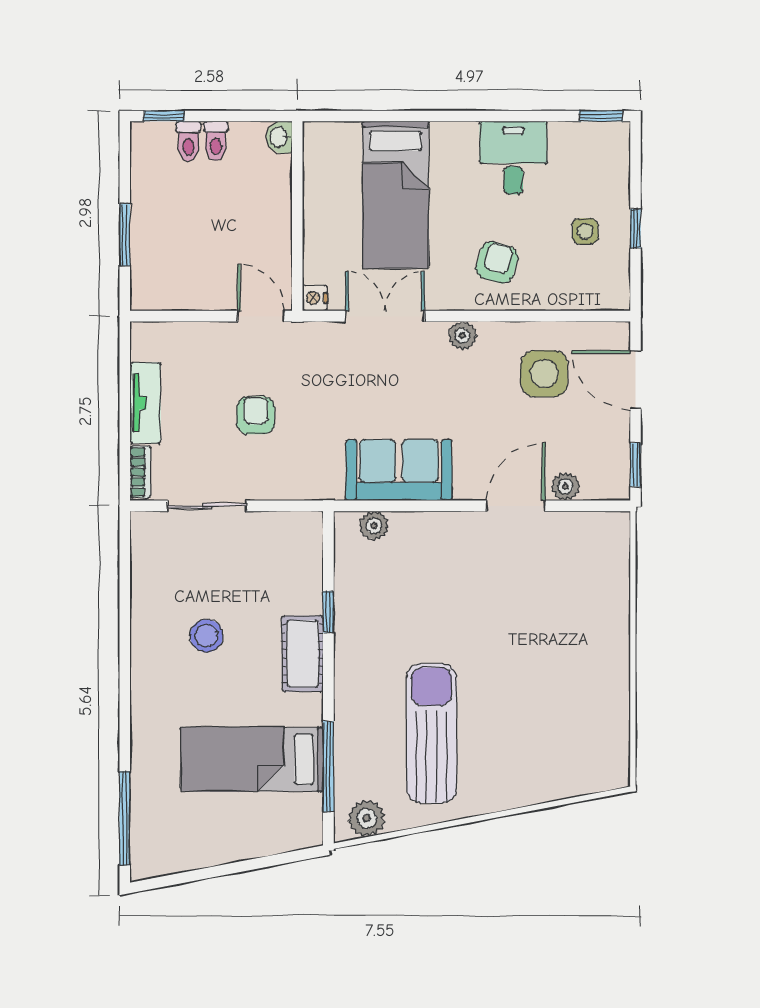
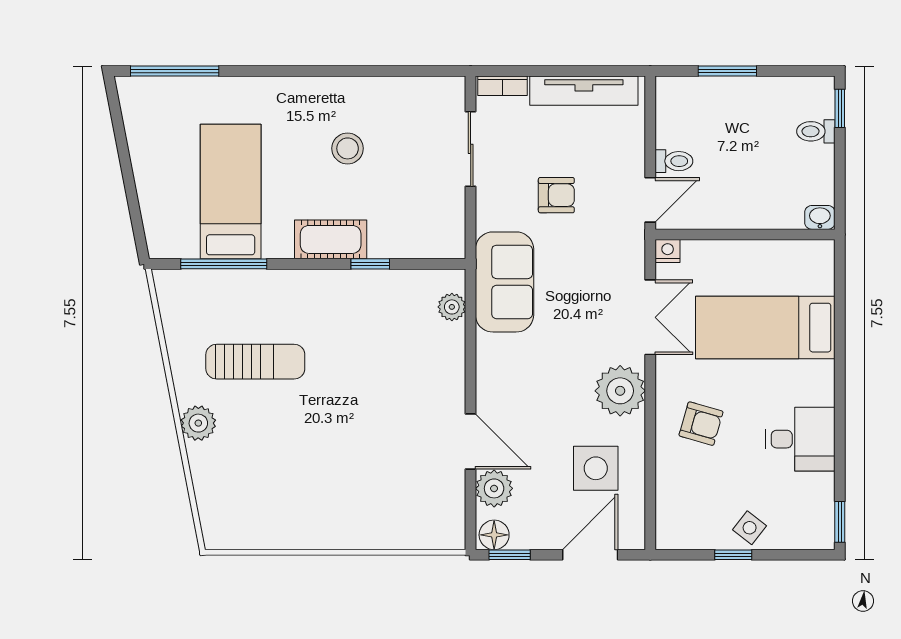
toilet: (216, 141) -> (674, 161), moved, turned 180
side table: (585, 231) -> (750, 528), moved, turned 38
plant: (462, 335) -> (620, 391), width x1.87, depth x1.87
tv unit: (145, 403) -> (584, 91), width x1.41
sofa: (399, 470) -> (505, 282), moved
floor lamp: (615, 481) -> (494, 535), added
plant: (566, 486) -> (494, 488), width x1.38, depth x1.38
sun lounger: (432, 733) -> (255, 362), width x0.73, depth x0.75
plant: (367, 818) -> (198, 423), moved

